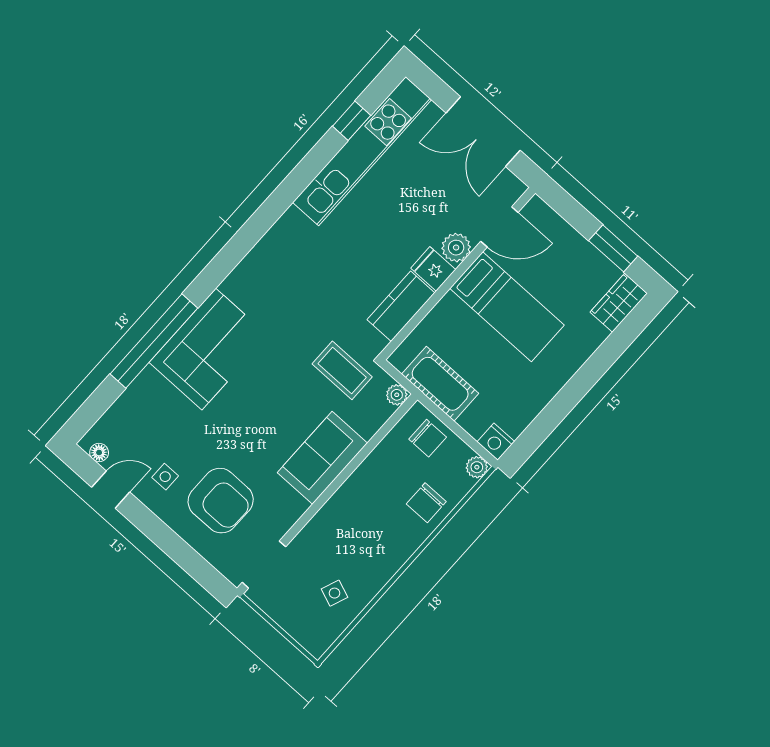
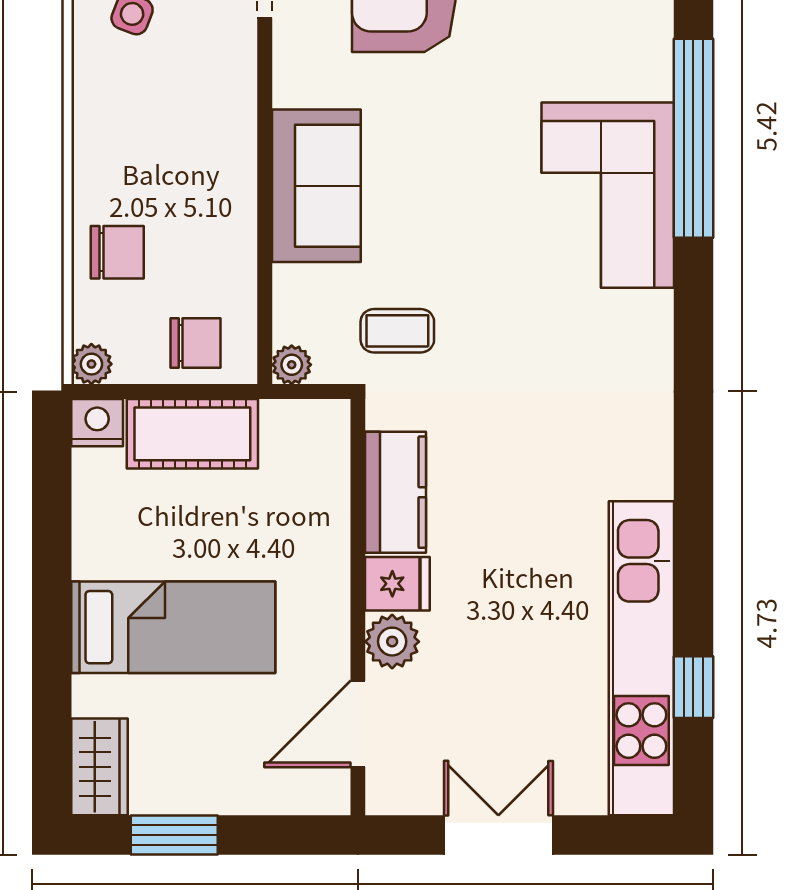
double door: (483, 132) -> (498, 835), width x0.73
bed: (507, 307) -> (173, 627), moved, turned 180
coffee table: (342, 370) -> (397, 331), width x0.73, depth x0.77
cot: (440, 384) -> (192, 434), moved
chair: (428, 438) -> (195, 343), turned 180
chair: (426, 503) -> (117, 252), turned 90

